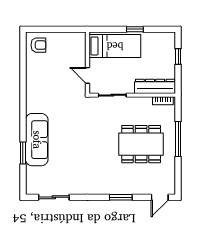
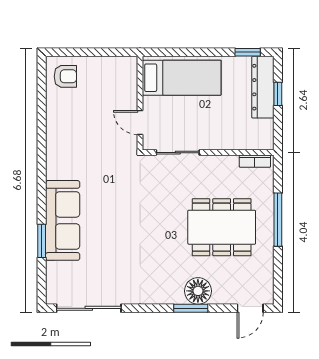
window: (135, 29) -> (248, 52), moved
dresser: (155, 86) -> (263, 87), moved, turned -90
floor lamp: (126, 186) -> (198, 291), added
sliding door: (54, 197) -> (89, 308), width x1.37

